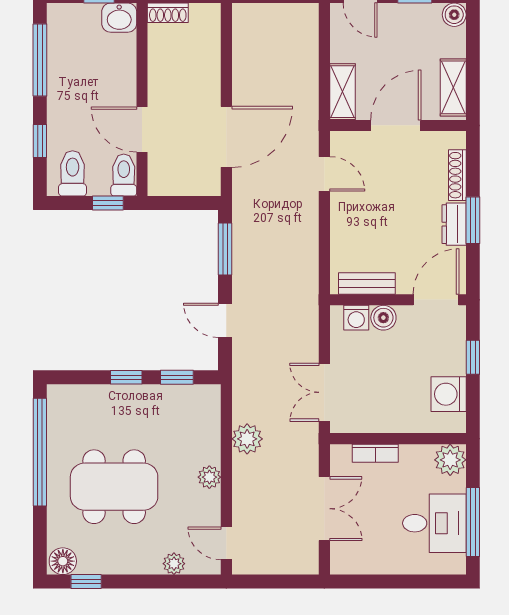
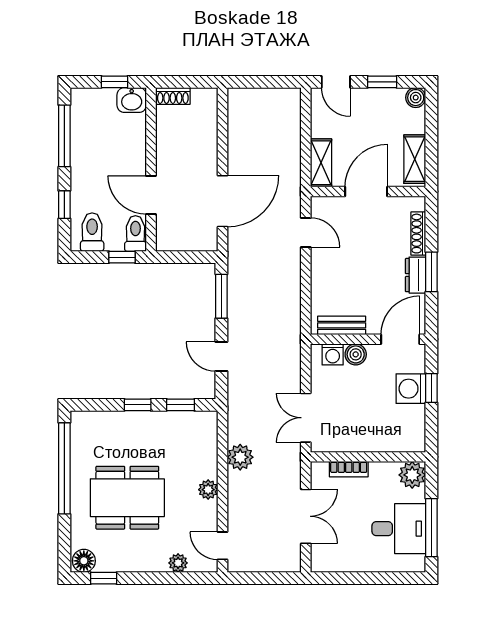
washing machine: (449, 394) -> (411, 389), moved

